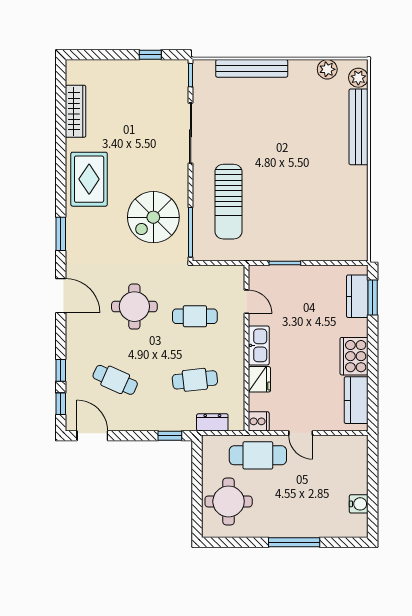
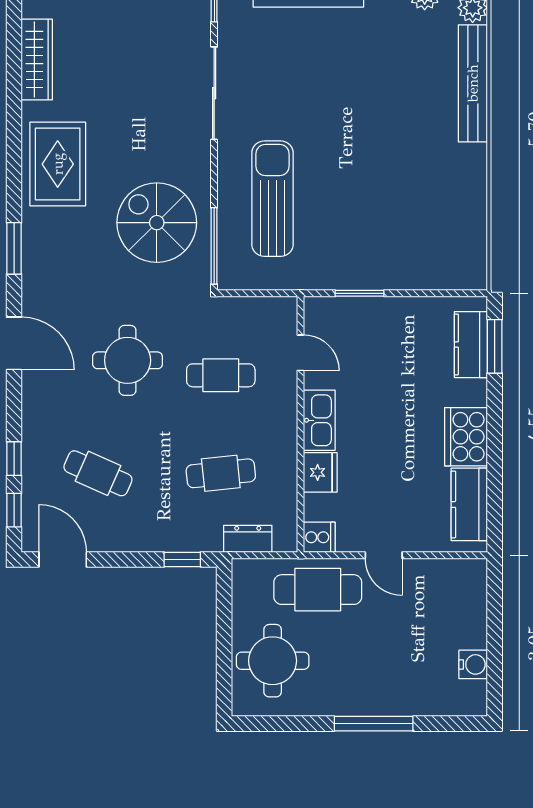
sun lounger: (228, 202) -> (273, 199), turned 180
spiral stairs: (153, 217) -> (157, 223), turned 90

